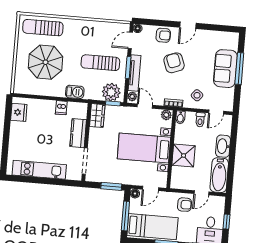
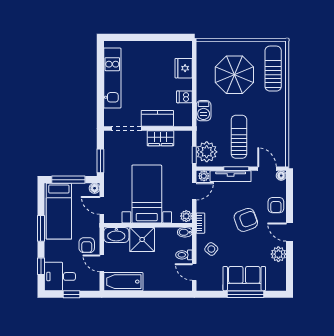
plant: (206, 37) -> (278, 254), added
fridge: (19, 112) -> (184, 68), moved, turned 90
wardrobe: (97, 116) -> (160, 138), moved
washbasin: (223, 146) -> (116, 235), moved, turned 180

